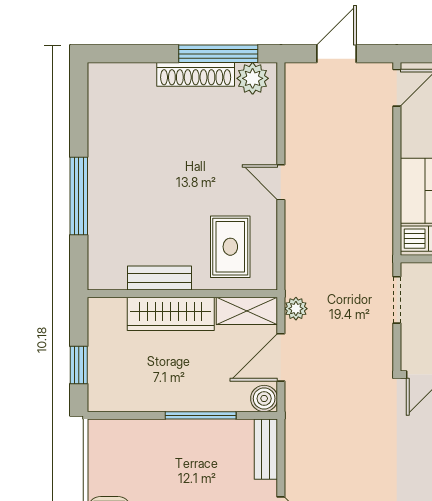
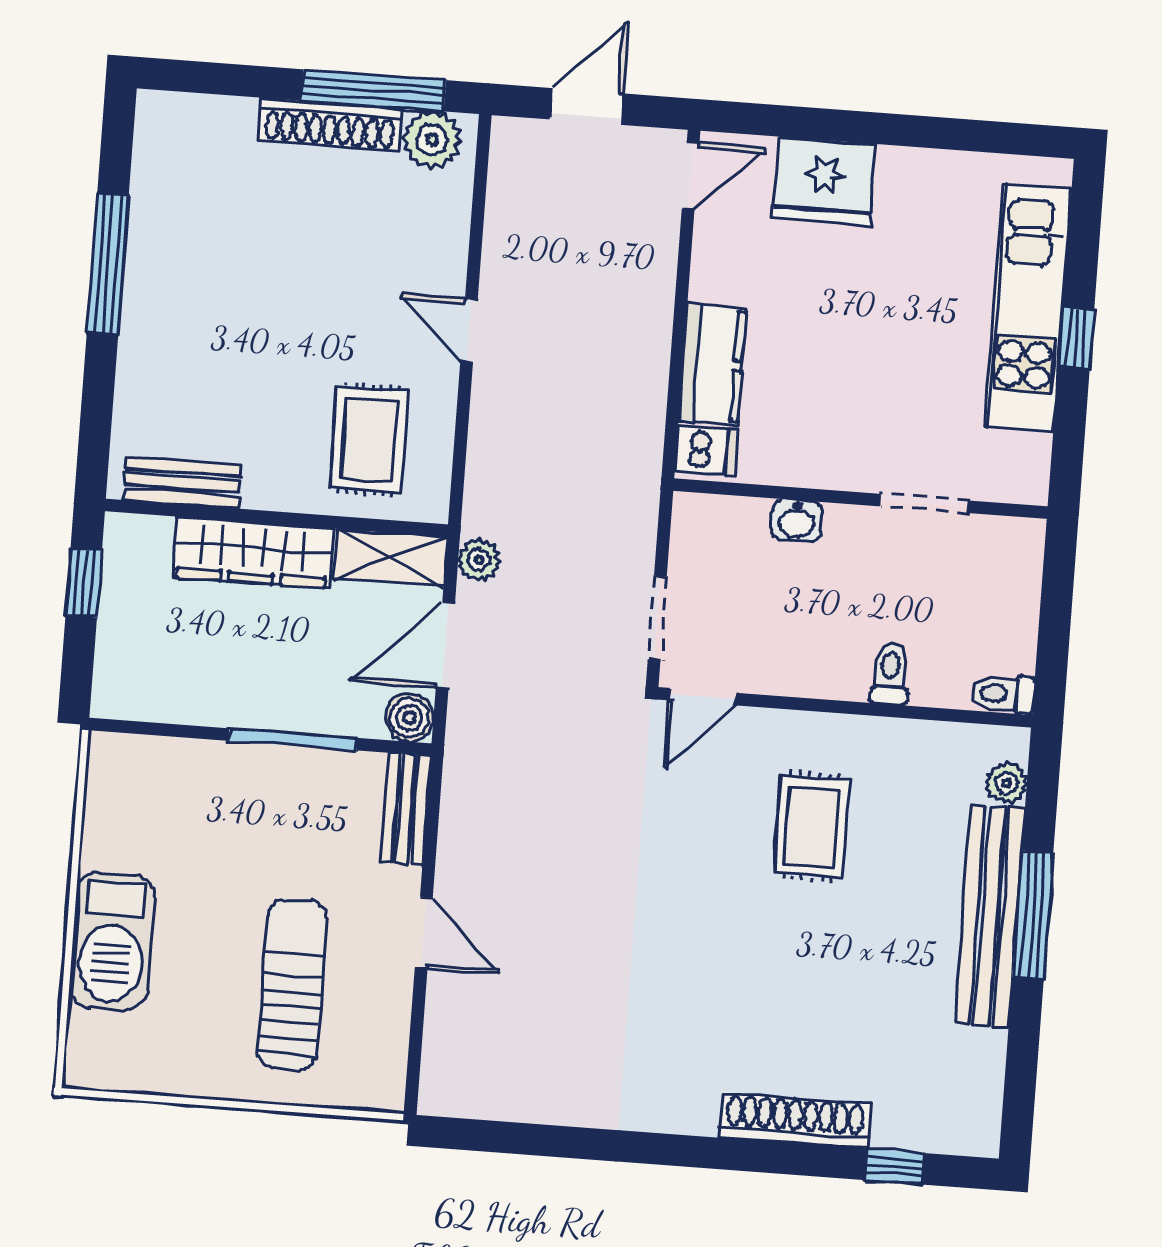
window: (79, 196) -> (108, 264), moved
bench: (159, 278) -> (182, 482), moved
doorway: (397, 300) -> (657, 618), moved
window: (79, 365) -> (84, 583), moved

